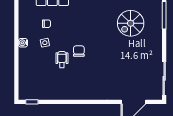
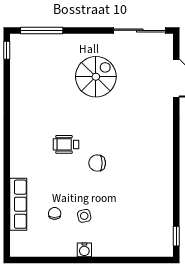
spiral stairs: (131, 23) -> (96, 77), moved, turned -90
wheelchair: (62, 60) -> (66, 144), moved

